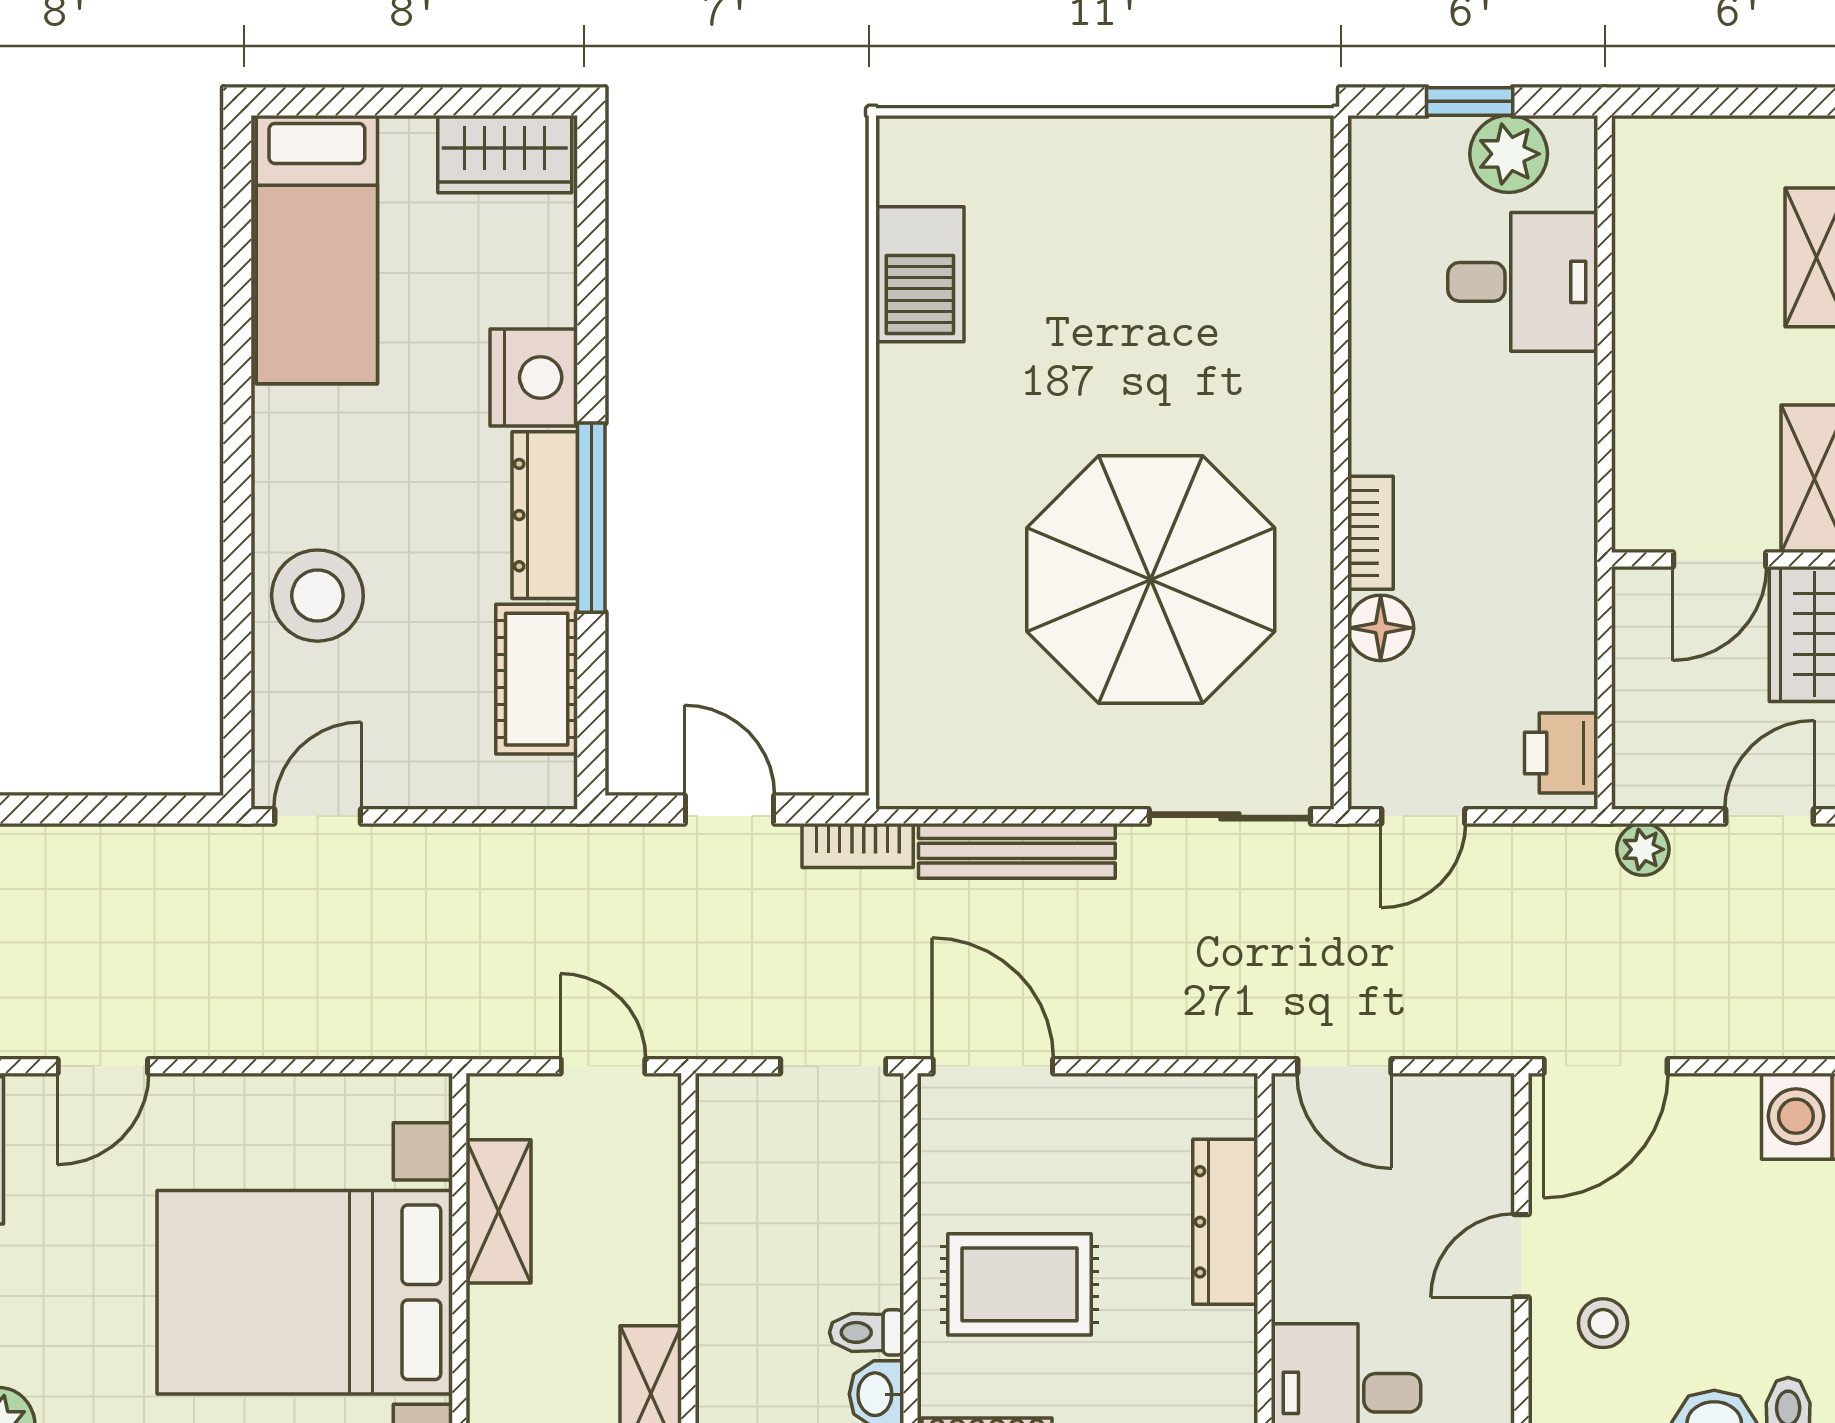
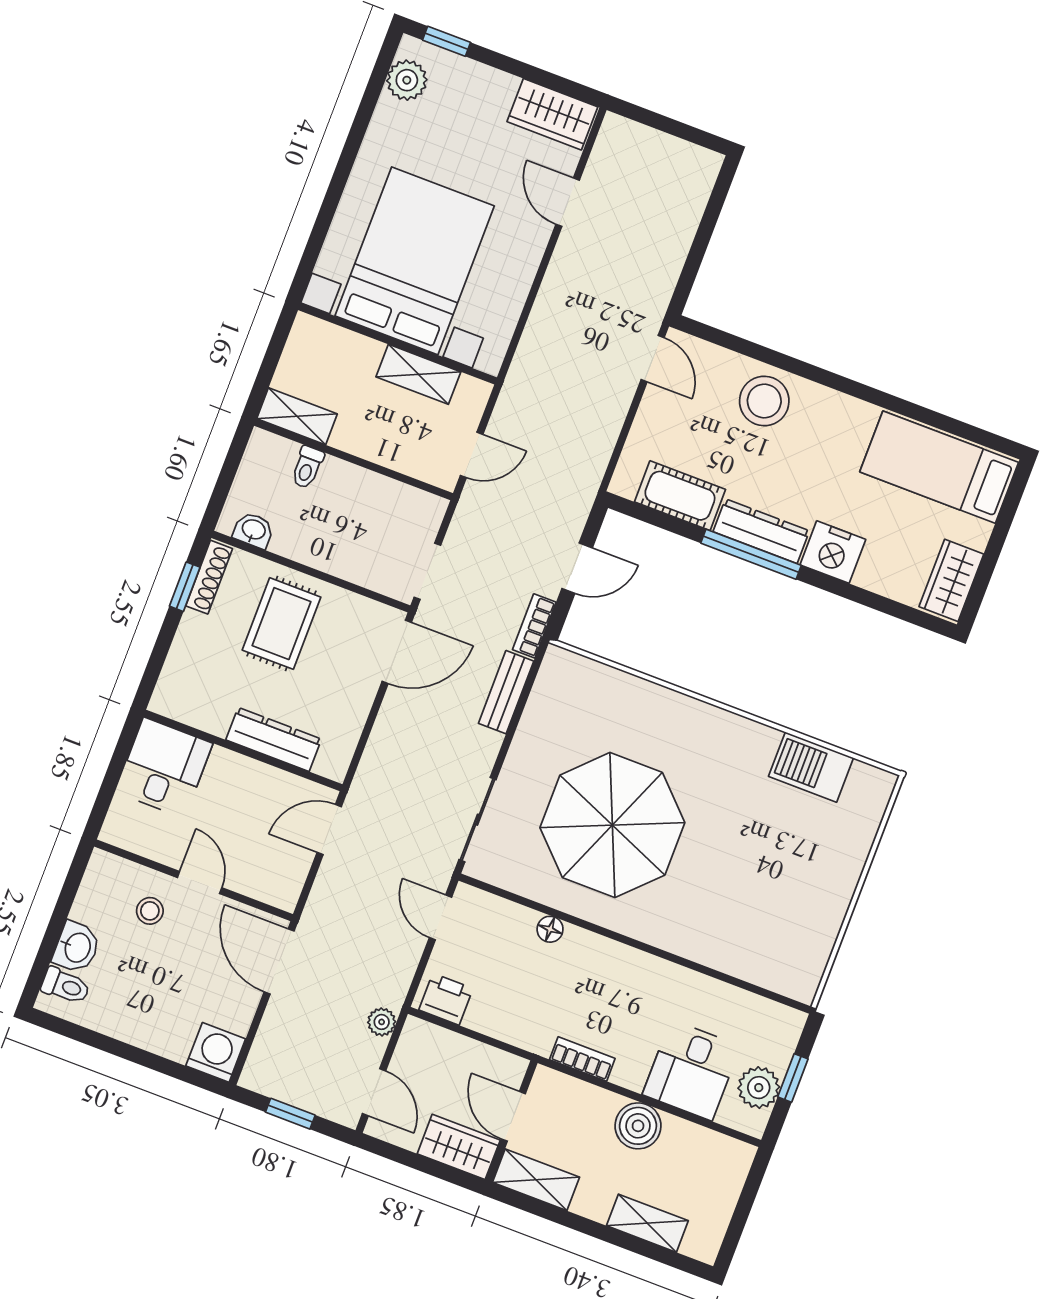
boiler: (1654, 338) -> (638, 1126), added
bookcase: (1370, 533) -> (582, 1059), moved, turned 180
floor lamp: (1381, 628) -> (550, 929), width x0.73, depth x0.73
bench: (1017, 851) -> (506, 692), width x0.73
toilet: (867, 1332) -> (307, 467), moved, turned 180

